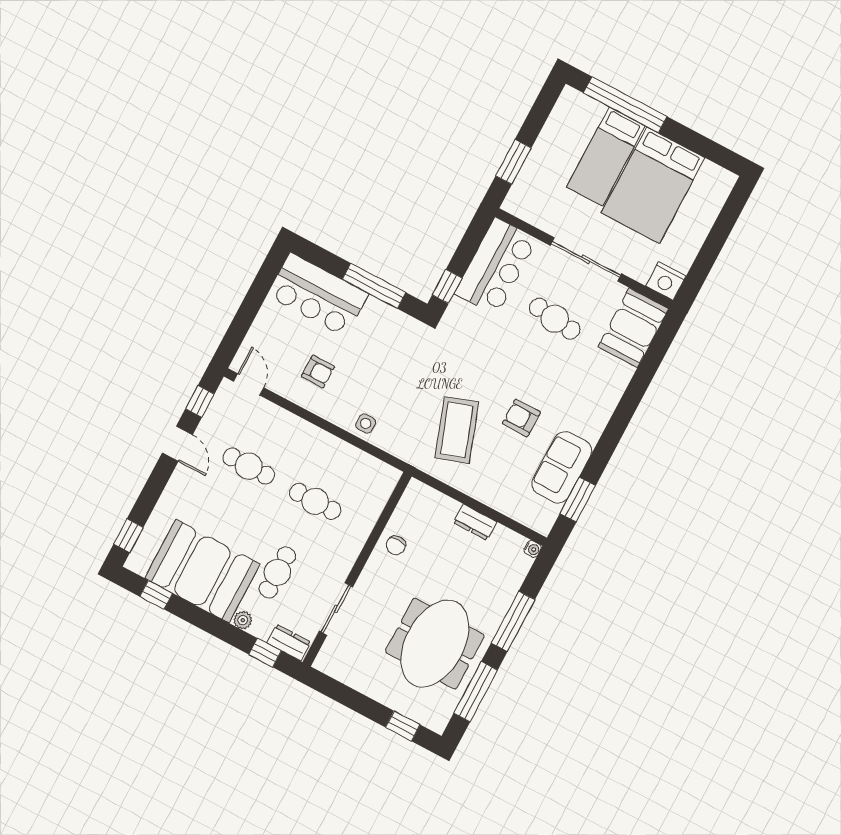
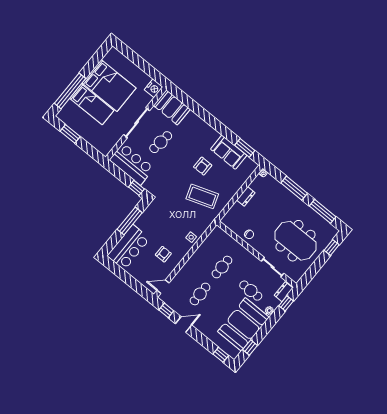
window: (513, 162) -> (70, 134), moved
meeting table: (435, 643) -> (296, 241), moved

